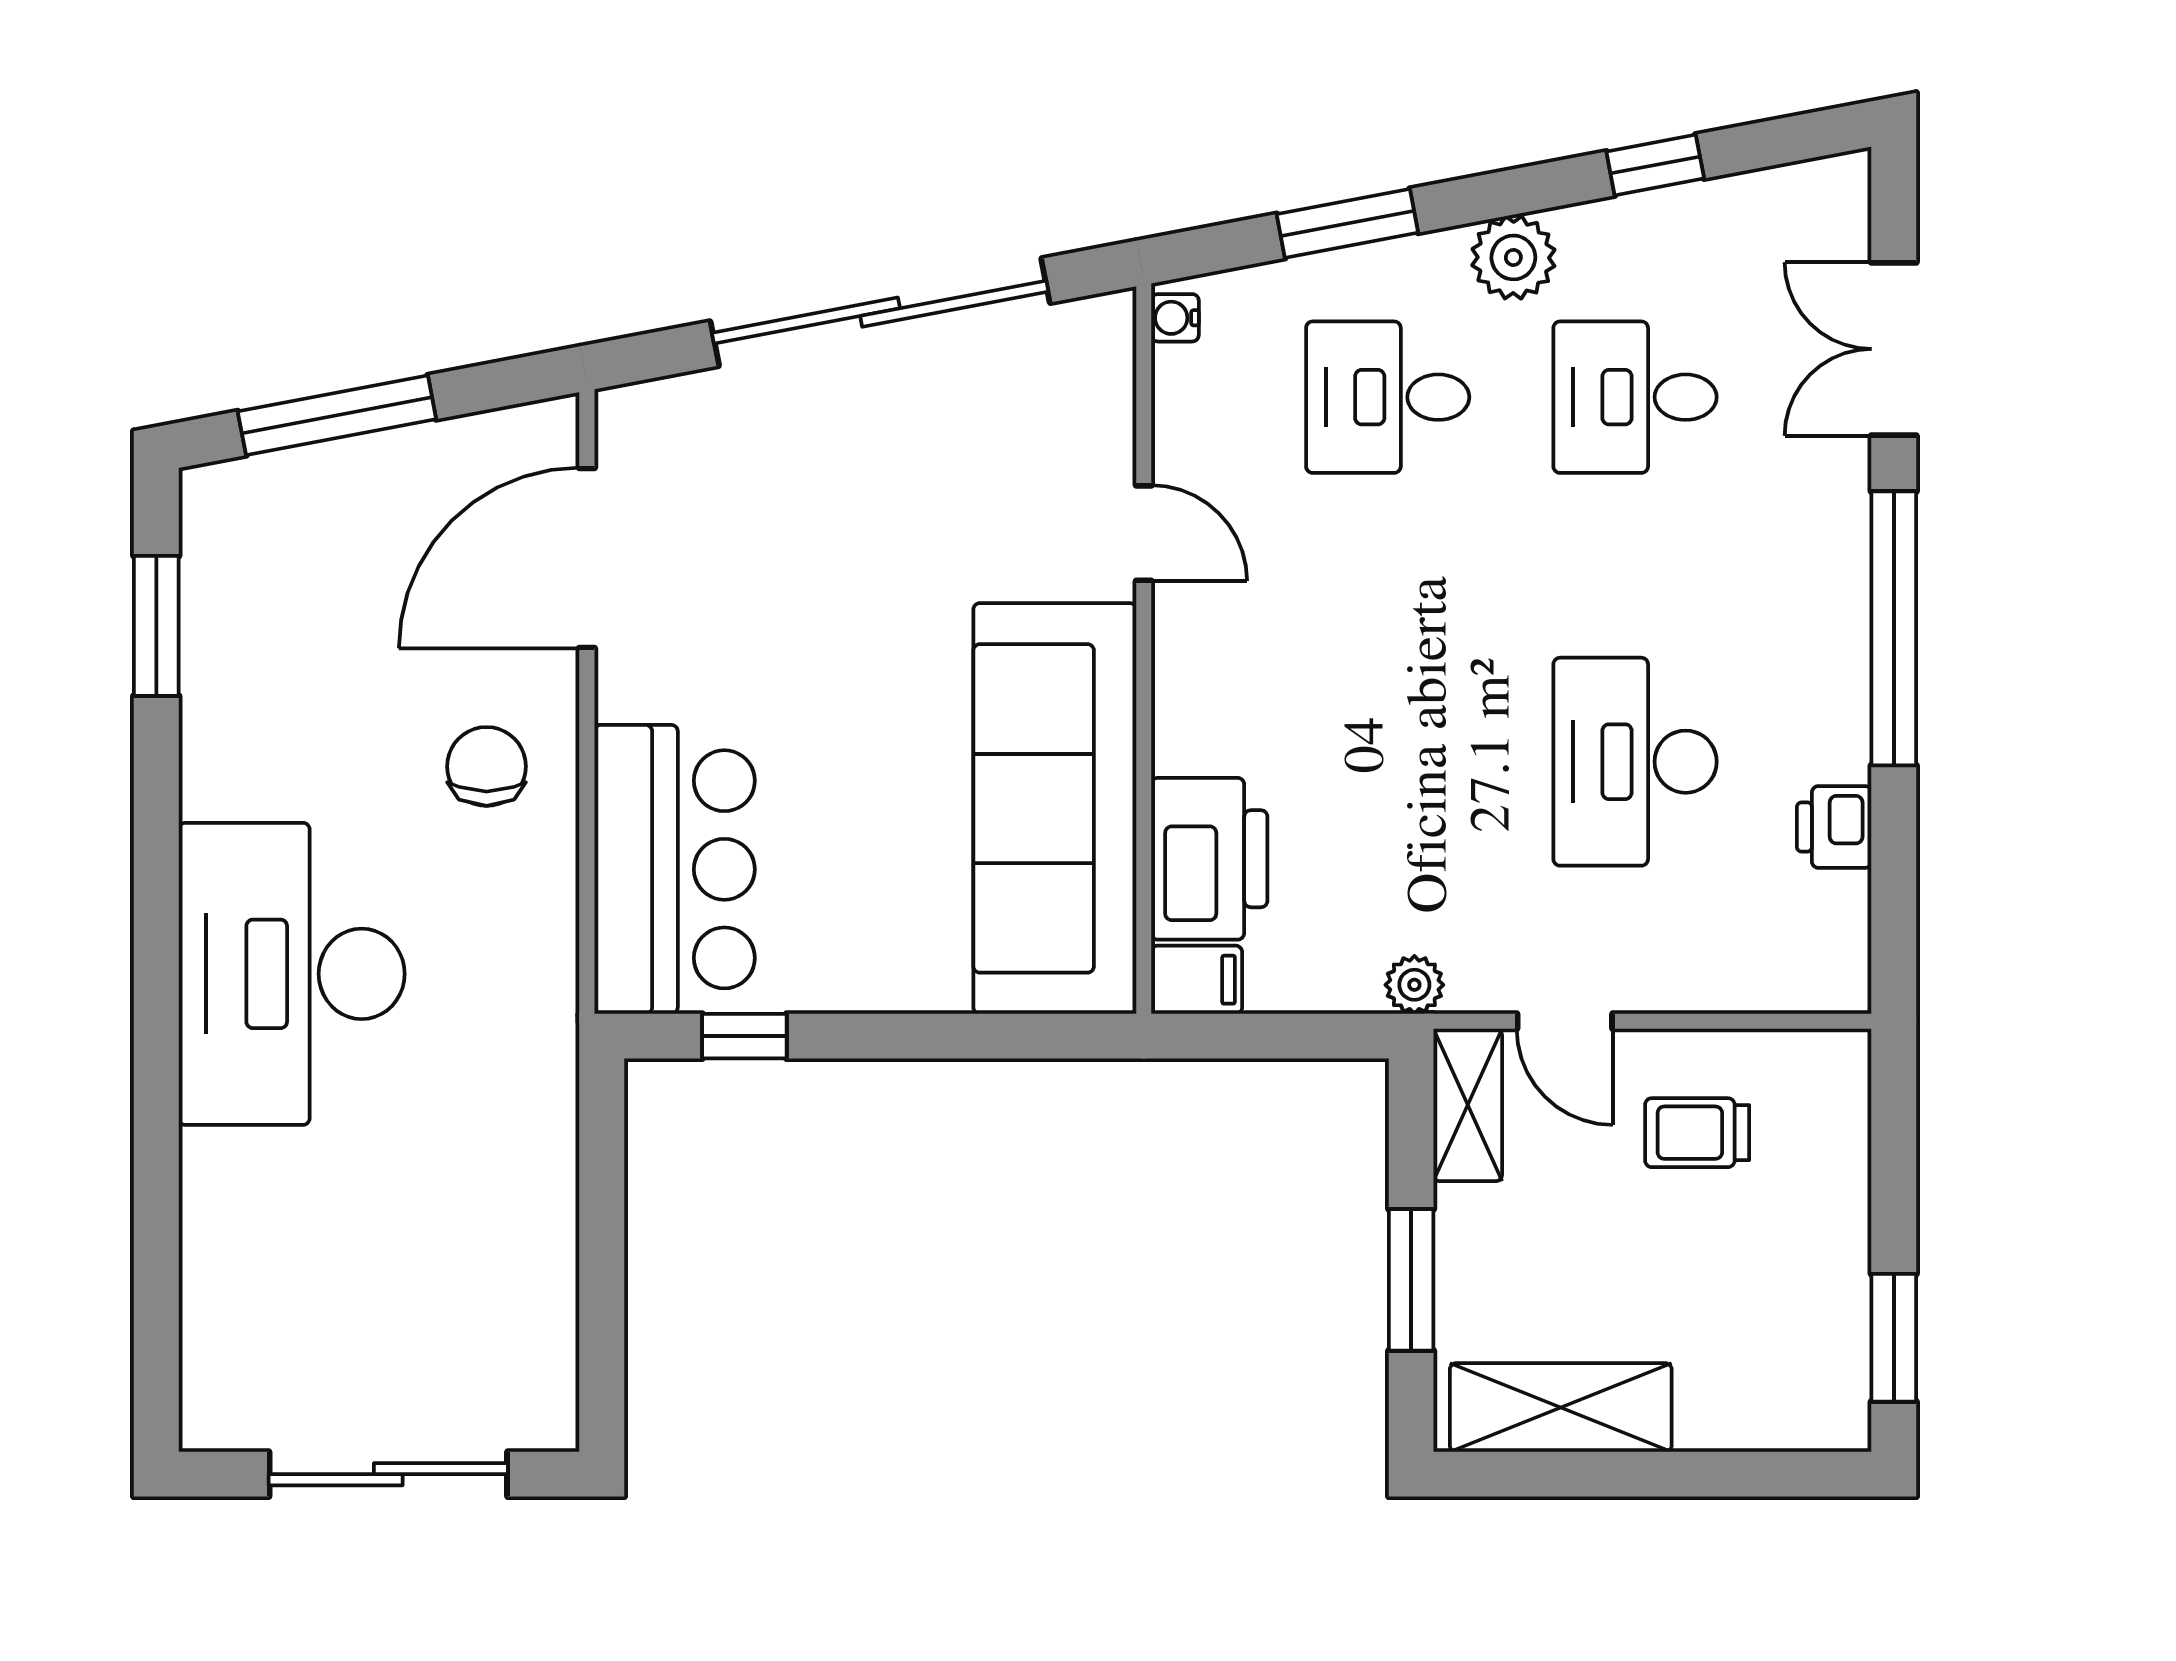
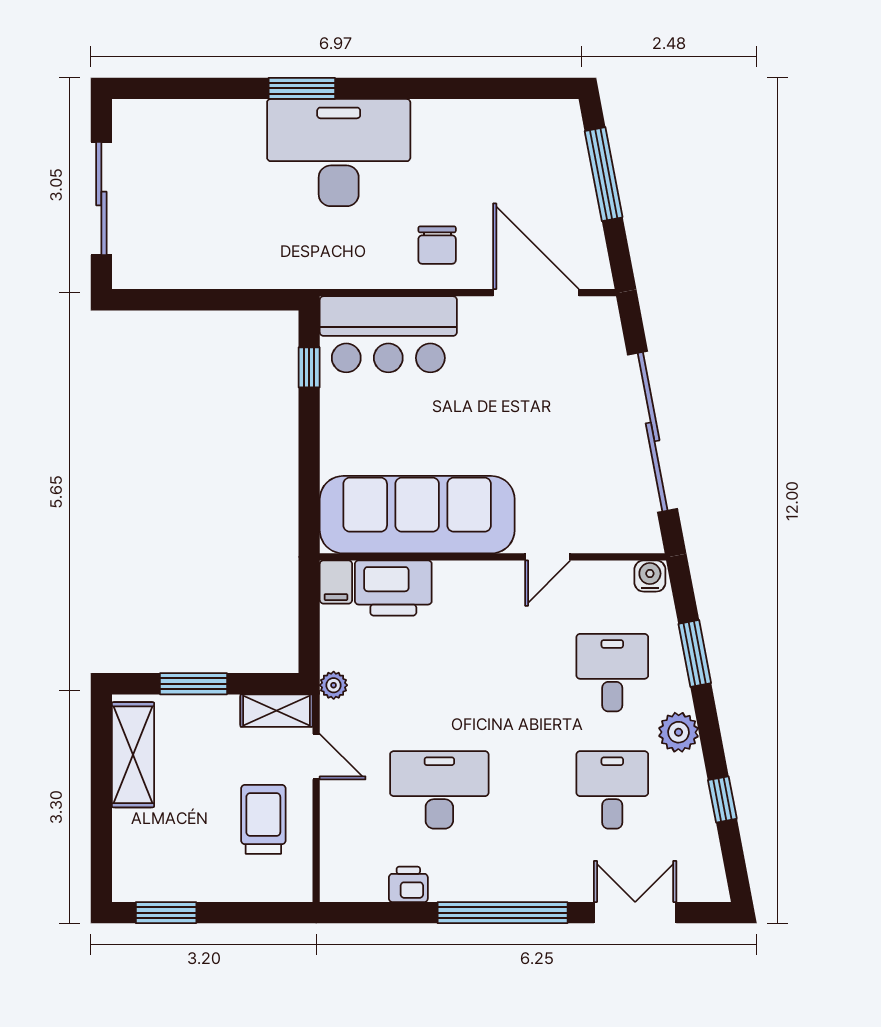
water cooler: (1175, 318) -> (650, 576), width x1.38, depth x1.38
window: (156, 626) -> (302, 88), moved
chair: (487, 766) -> (437, 245), turned 90
door: (1565, 1021) -> (316, 757), swing flipped
trolley: (1697, 1133) -> (263, 819), width x1.36, depth x1.39

